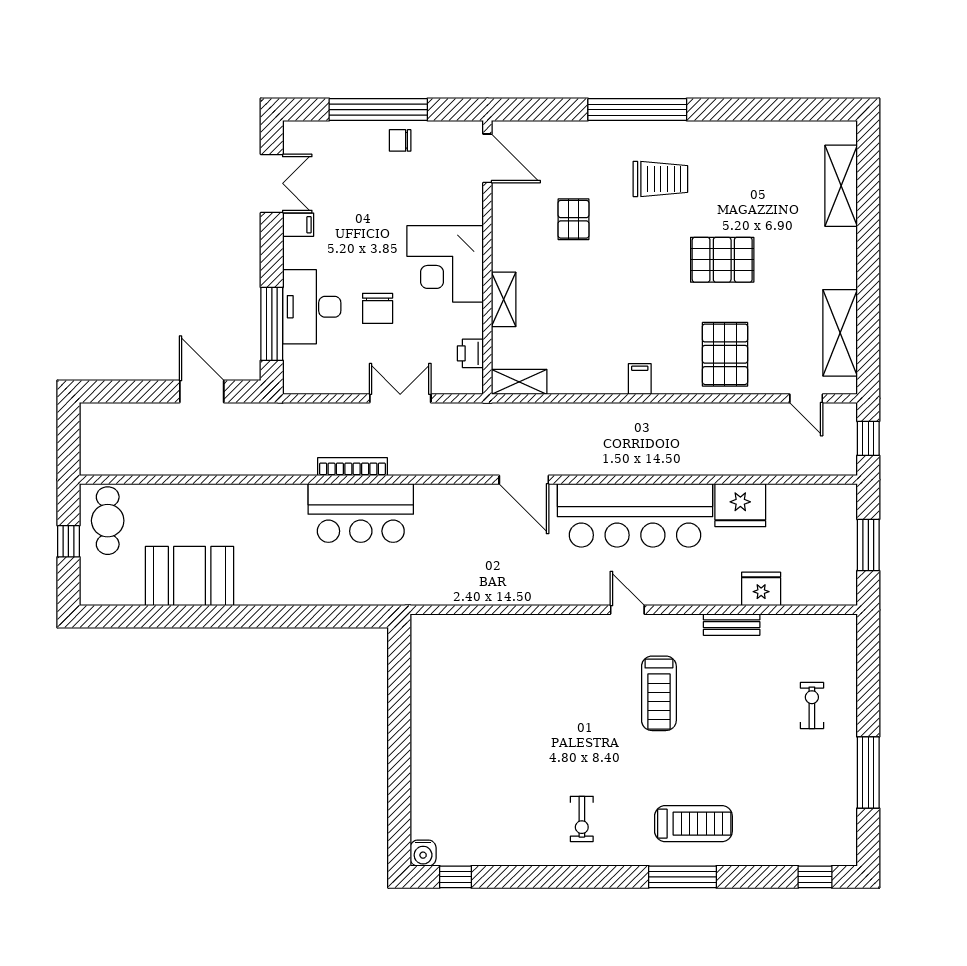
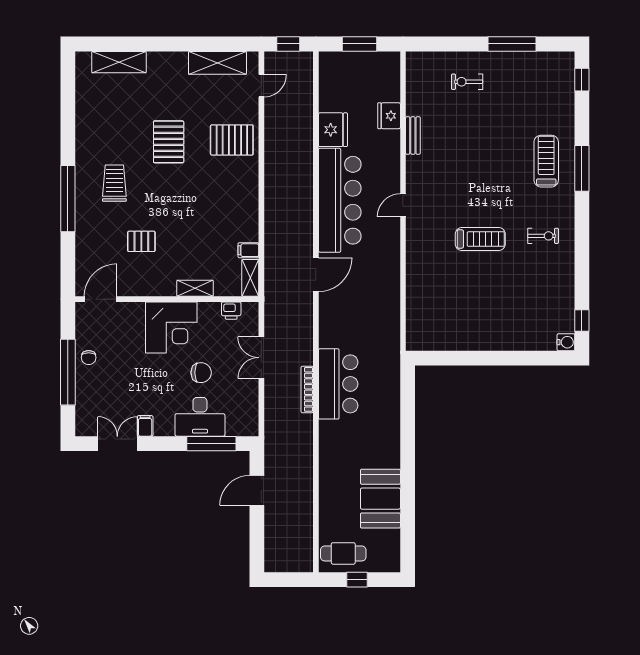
filing cabinet: (640, 379) -> (248, 250), moved
treadmill: (659, 693) -> (480, 239), moved

